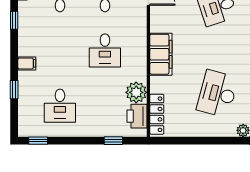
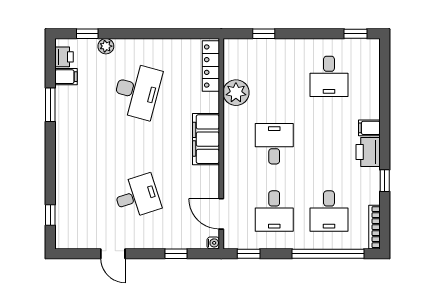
window: (14, 90) -> (385, 96), removed
desk: (60, 106) -> (329, 76), turned 180
printer: (137, 116) -> (368, 152), moved, turned 180

